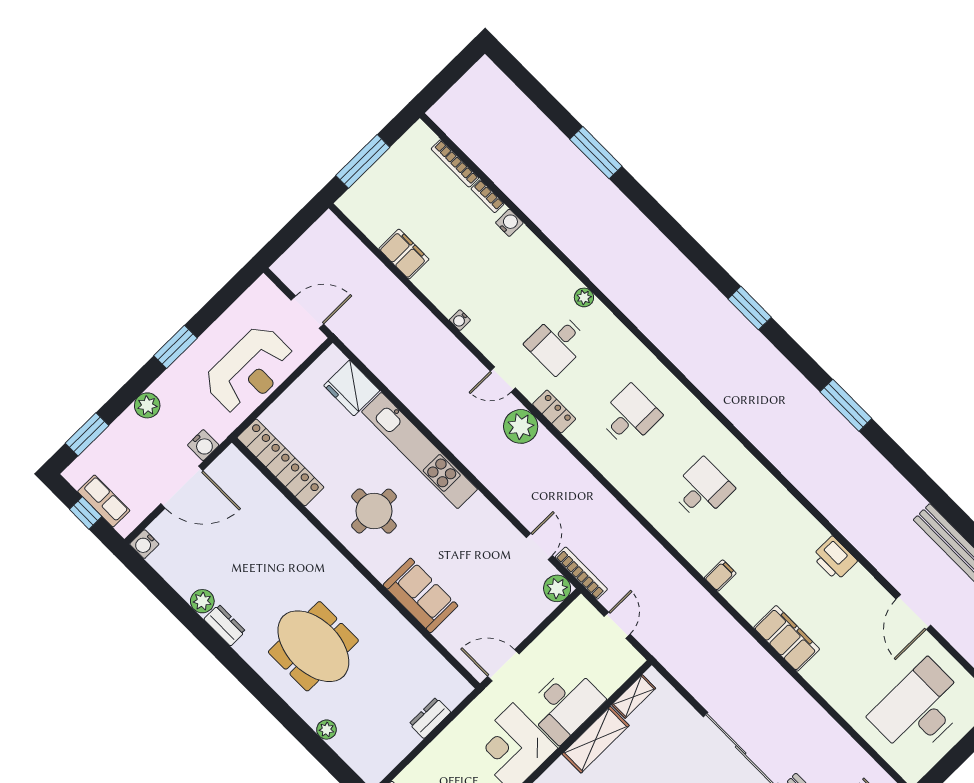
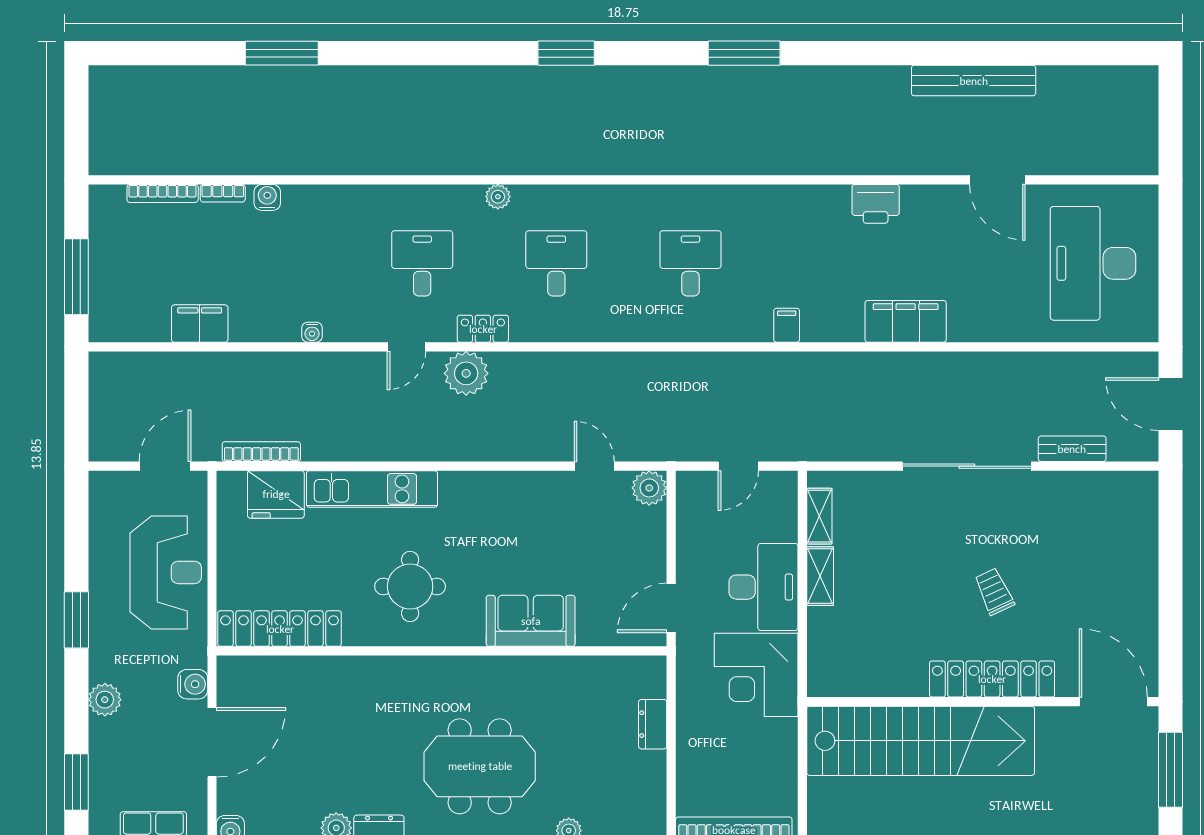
plant: (584, 297) -> (498, 197), moved
desk: (557, 343) -> (422, 263), turned 180
kitchen unit: (420, 450) -> (372, 489), width x0.73
bookcase: (581, 573) -> (261, 452), moved
door: (617, 625) -> (738, 466), swing flipped
shelving: (596, 740) -> (820, 576), width x0.67, depth x0.75

